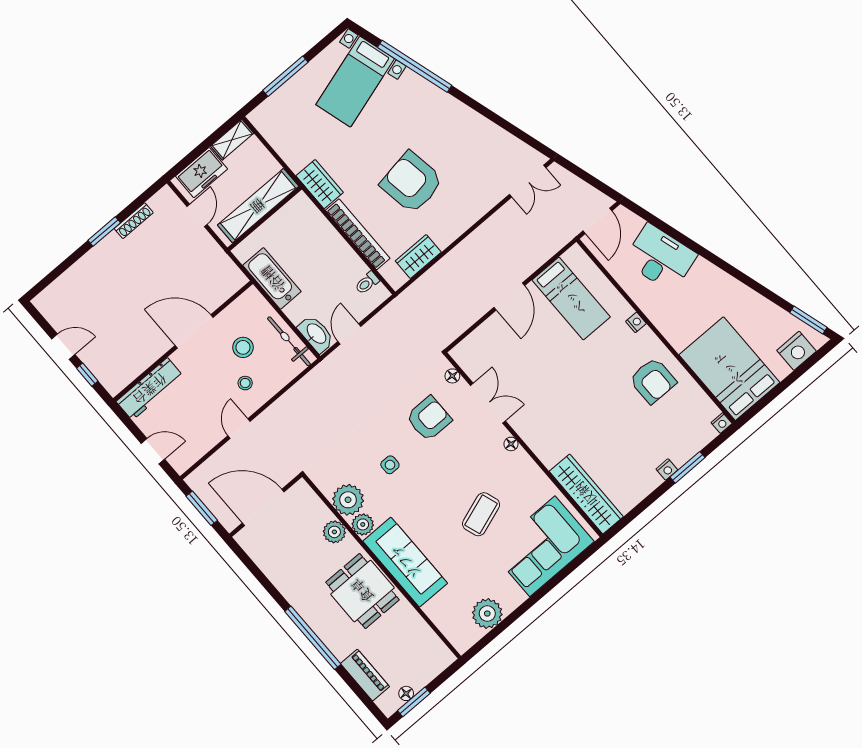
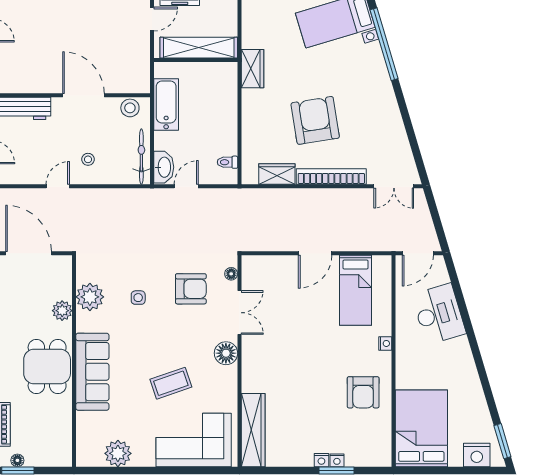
bookcase: (358, 234) -> (331, 177), moved, turned -90
stool: (243, 347) -> (130, 108), moved
nightstand: (722, 423) -> (337, 460), moved
floor lamp: (511, 444) -> (226, 353), width x1.89, depth x1.89
plant: (363, 524) -> (86, 322), removed

